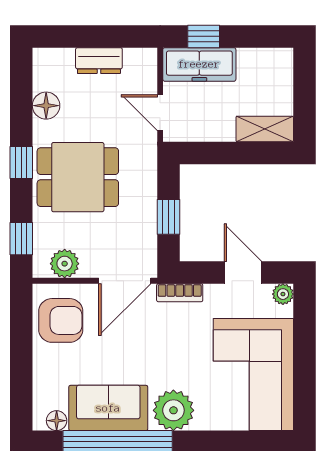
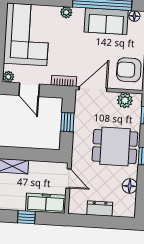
window: (204, 36) -> (26, 217), moved
plant: (173, 410) -> (66, 12), width x0.53, depth x0.53

